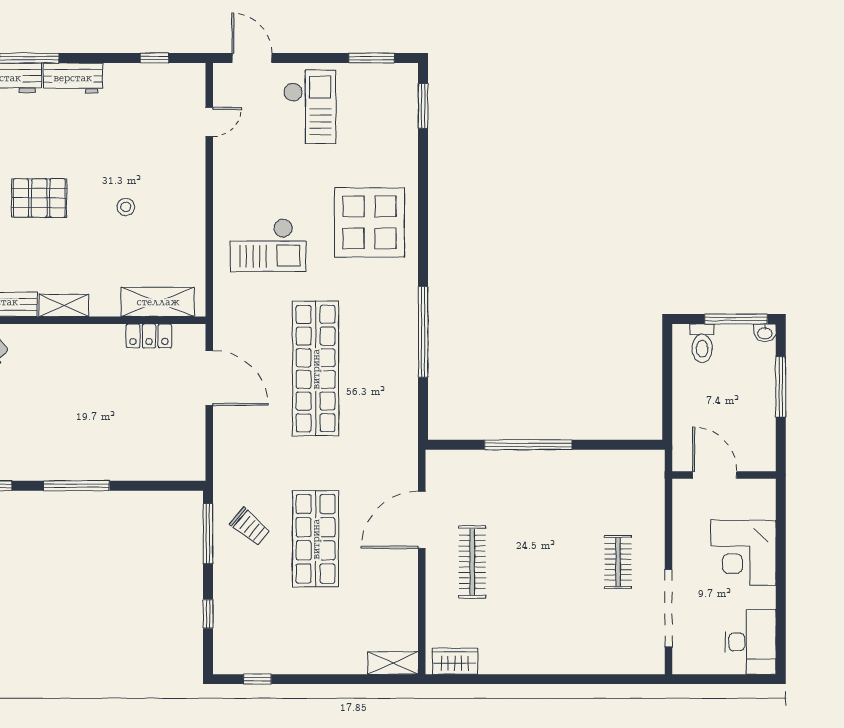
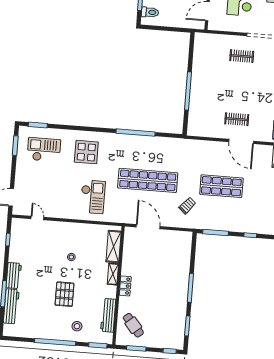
checkout: (310, 107) -> (44, 150), moved
display table: (369, 222) -> (86, 152), width x0.73, depth x0.73
shelving: (64, 305) -> (113, 274), moved
locker: (149, 336) -> (125, 286), moved
door: (209, 378) -> (148, 227), hinge flipped
door: (422, 520) -> (241, 141), moved
trolley: (250, 527) -> (187, 206), moved
clothes rail: (472, 562) -> (237, 119), width x0.73

